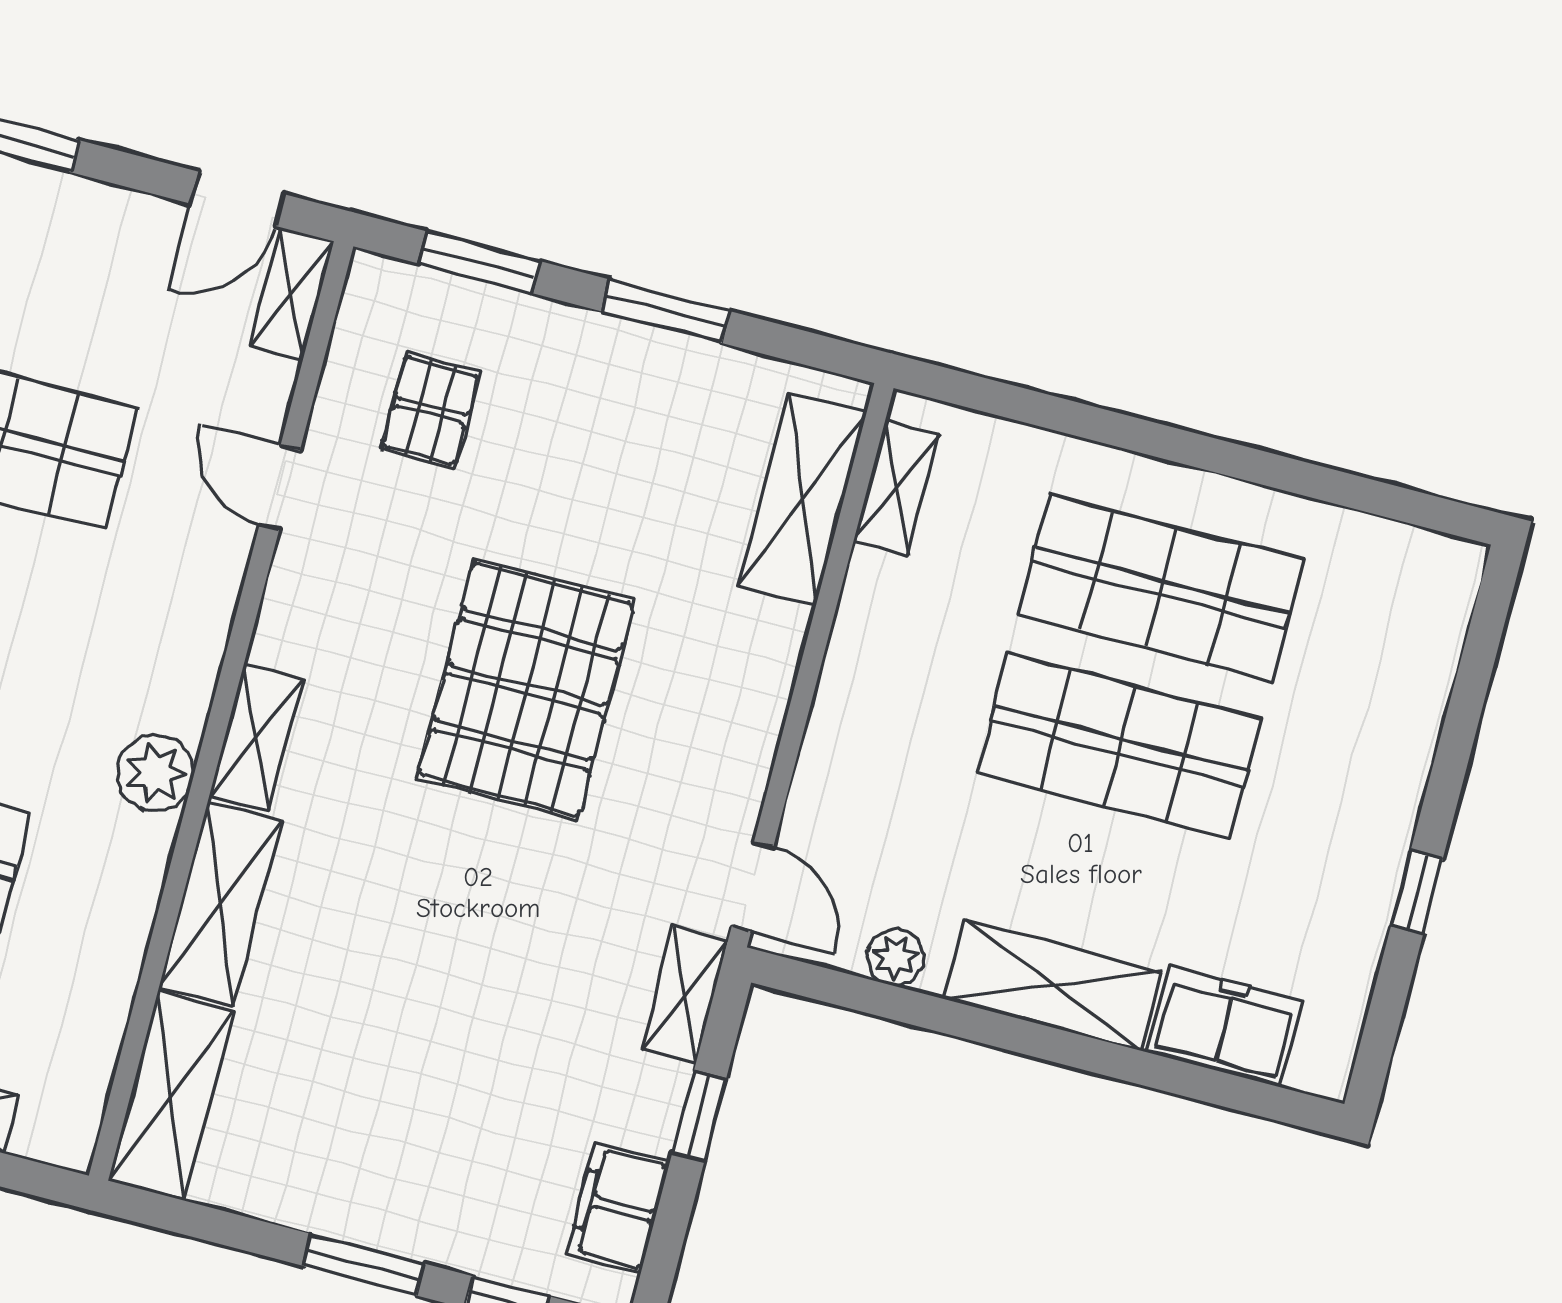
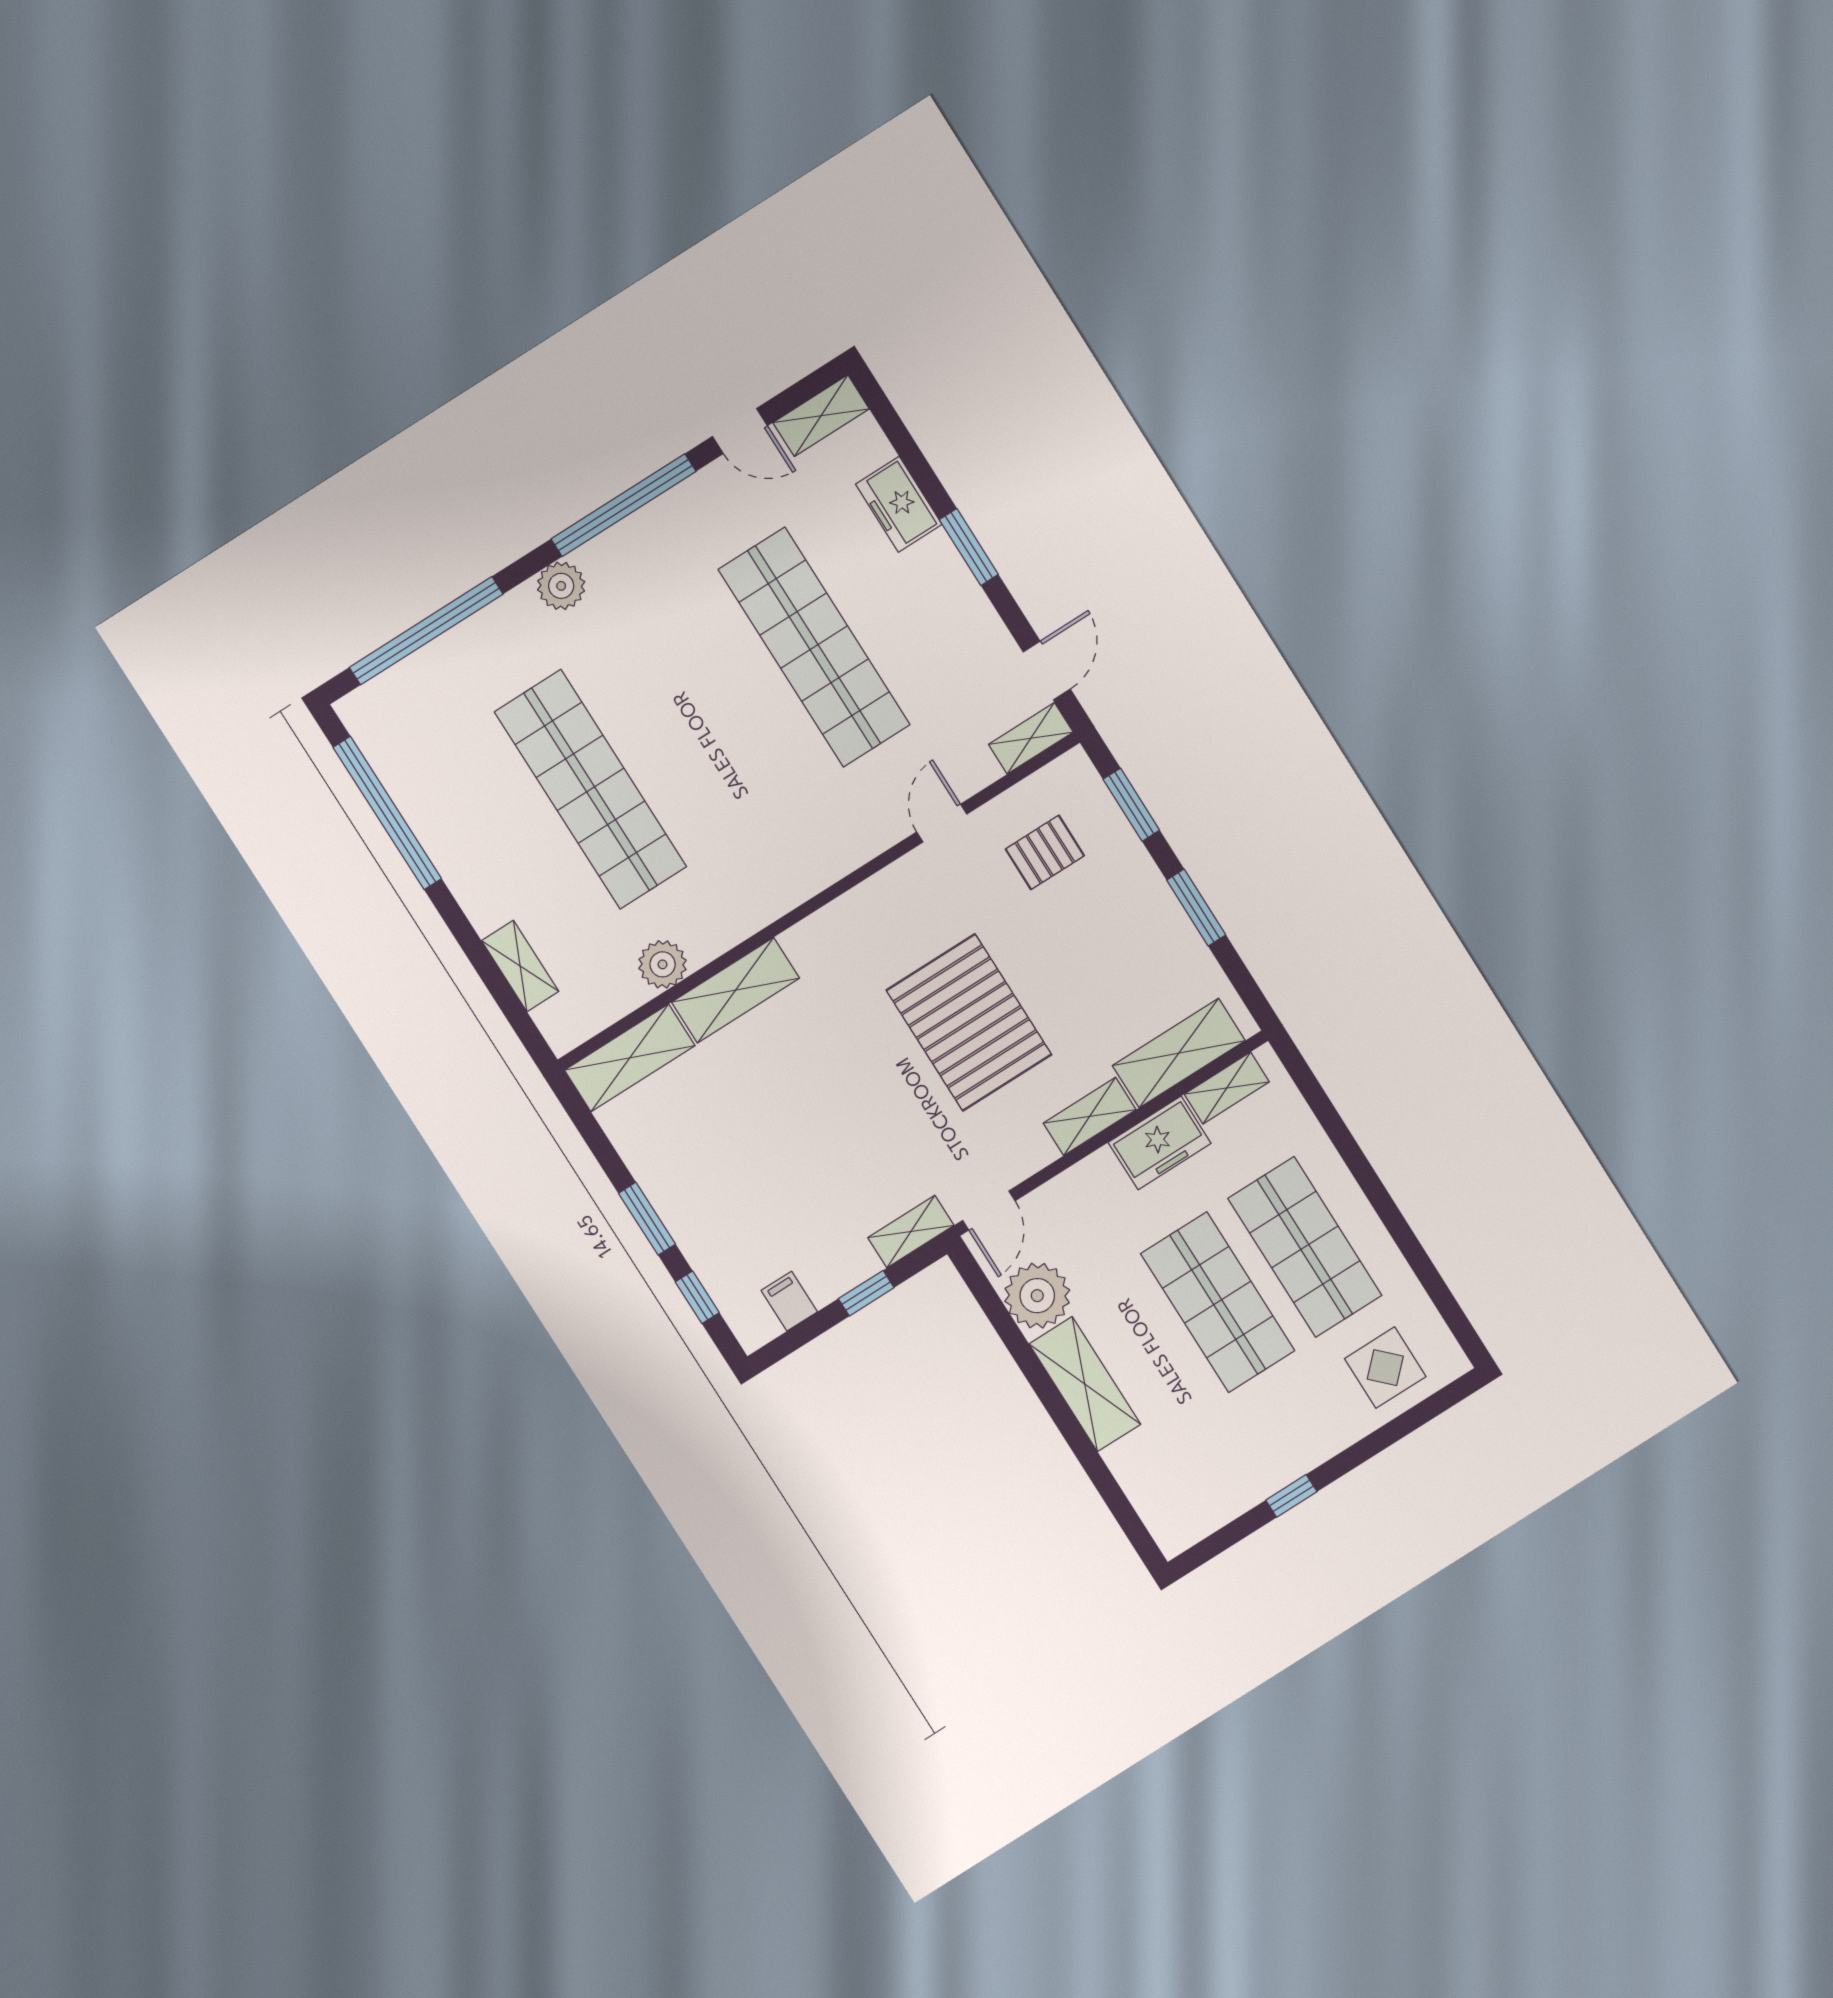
door: (237, 199) -> (1047, 670), swing flipped
display table: (1386, 641) -> (1385, 1368), added
pallet: (526, 689) -> (969, 1022), turned 90
shelving: (256, 738) -> (1090, 1116), moved
plant: (155, 773) -> (663, 964), moved
plant: (895, 957) -> (1037, 1296), width x1.88, depth x1.88
freezer: (1225, 1026) -> (1160, 1143), moved, turned 90
filing cabinet: (618, 1208) -> (789, 1301), width x0.50

